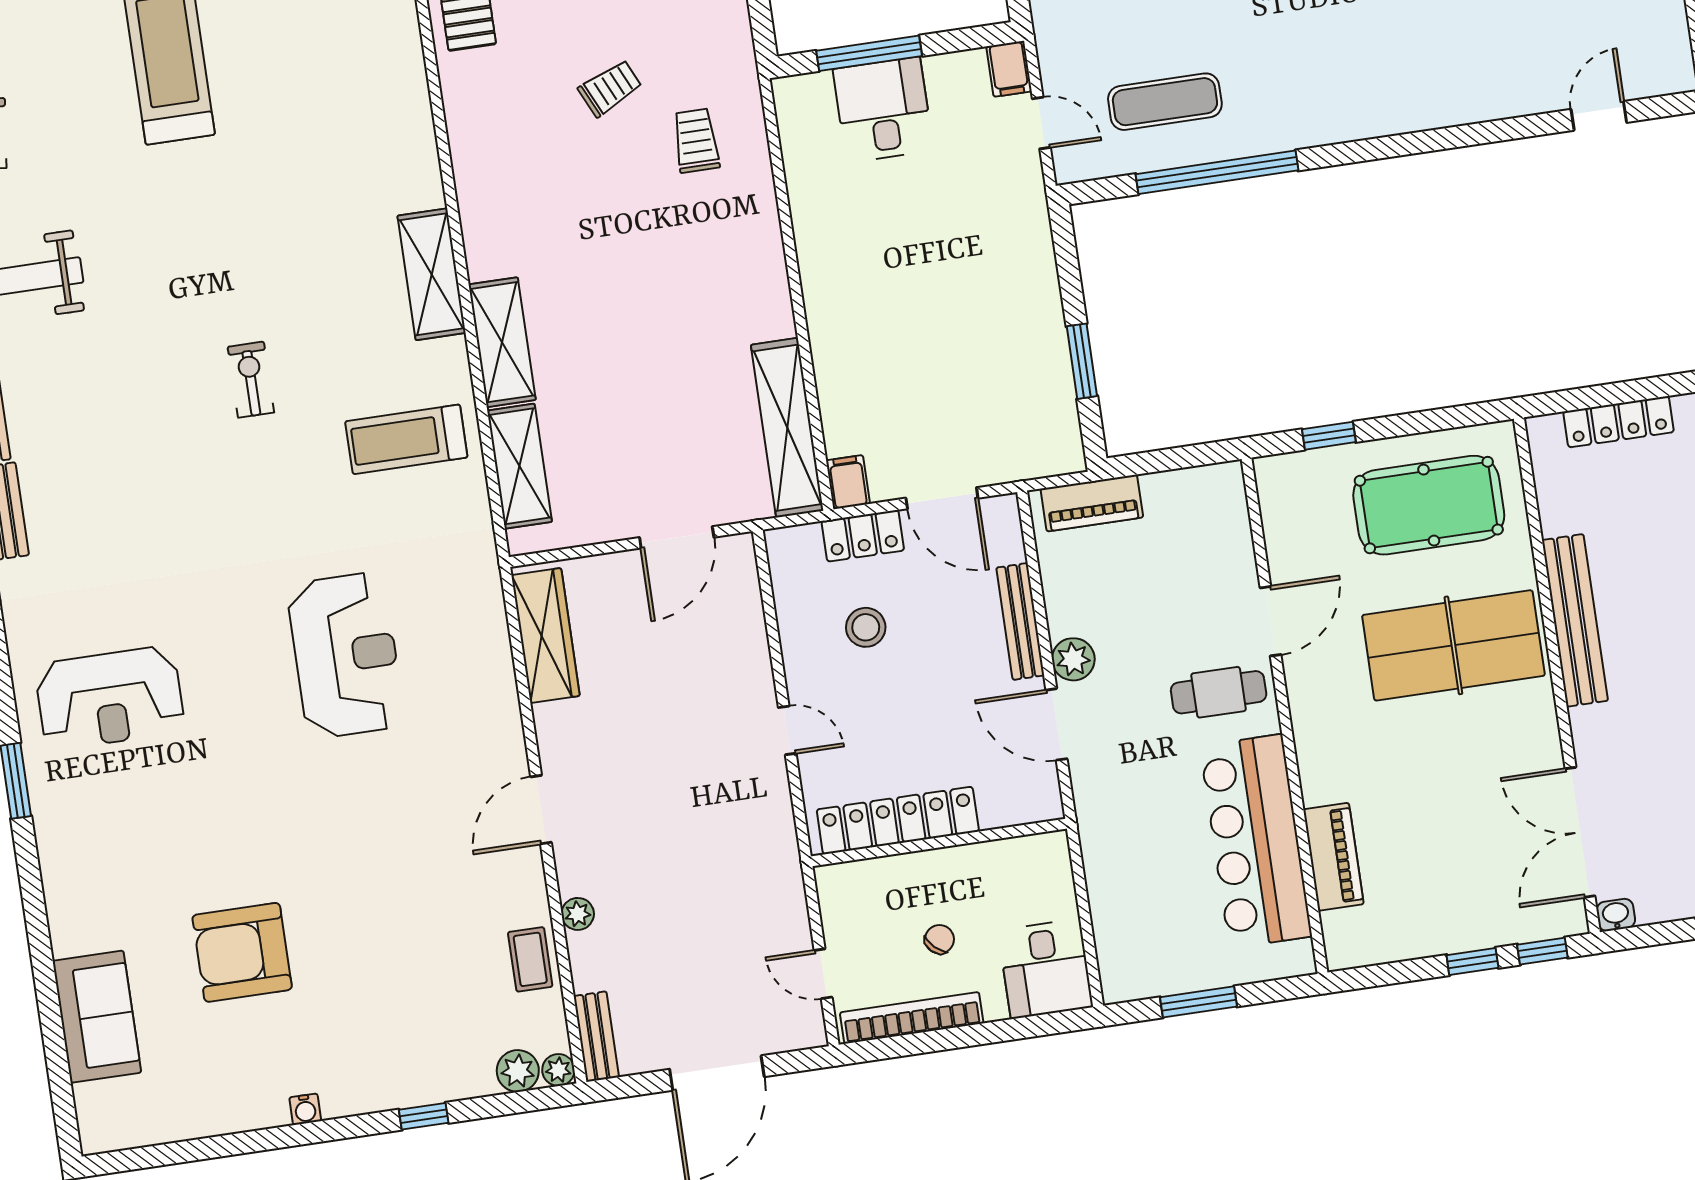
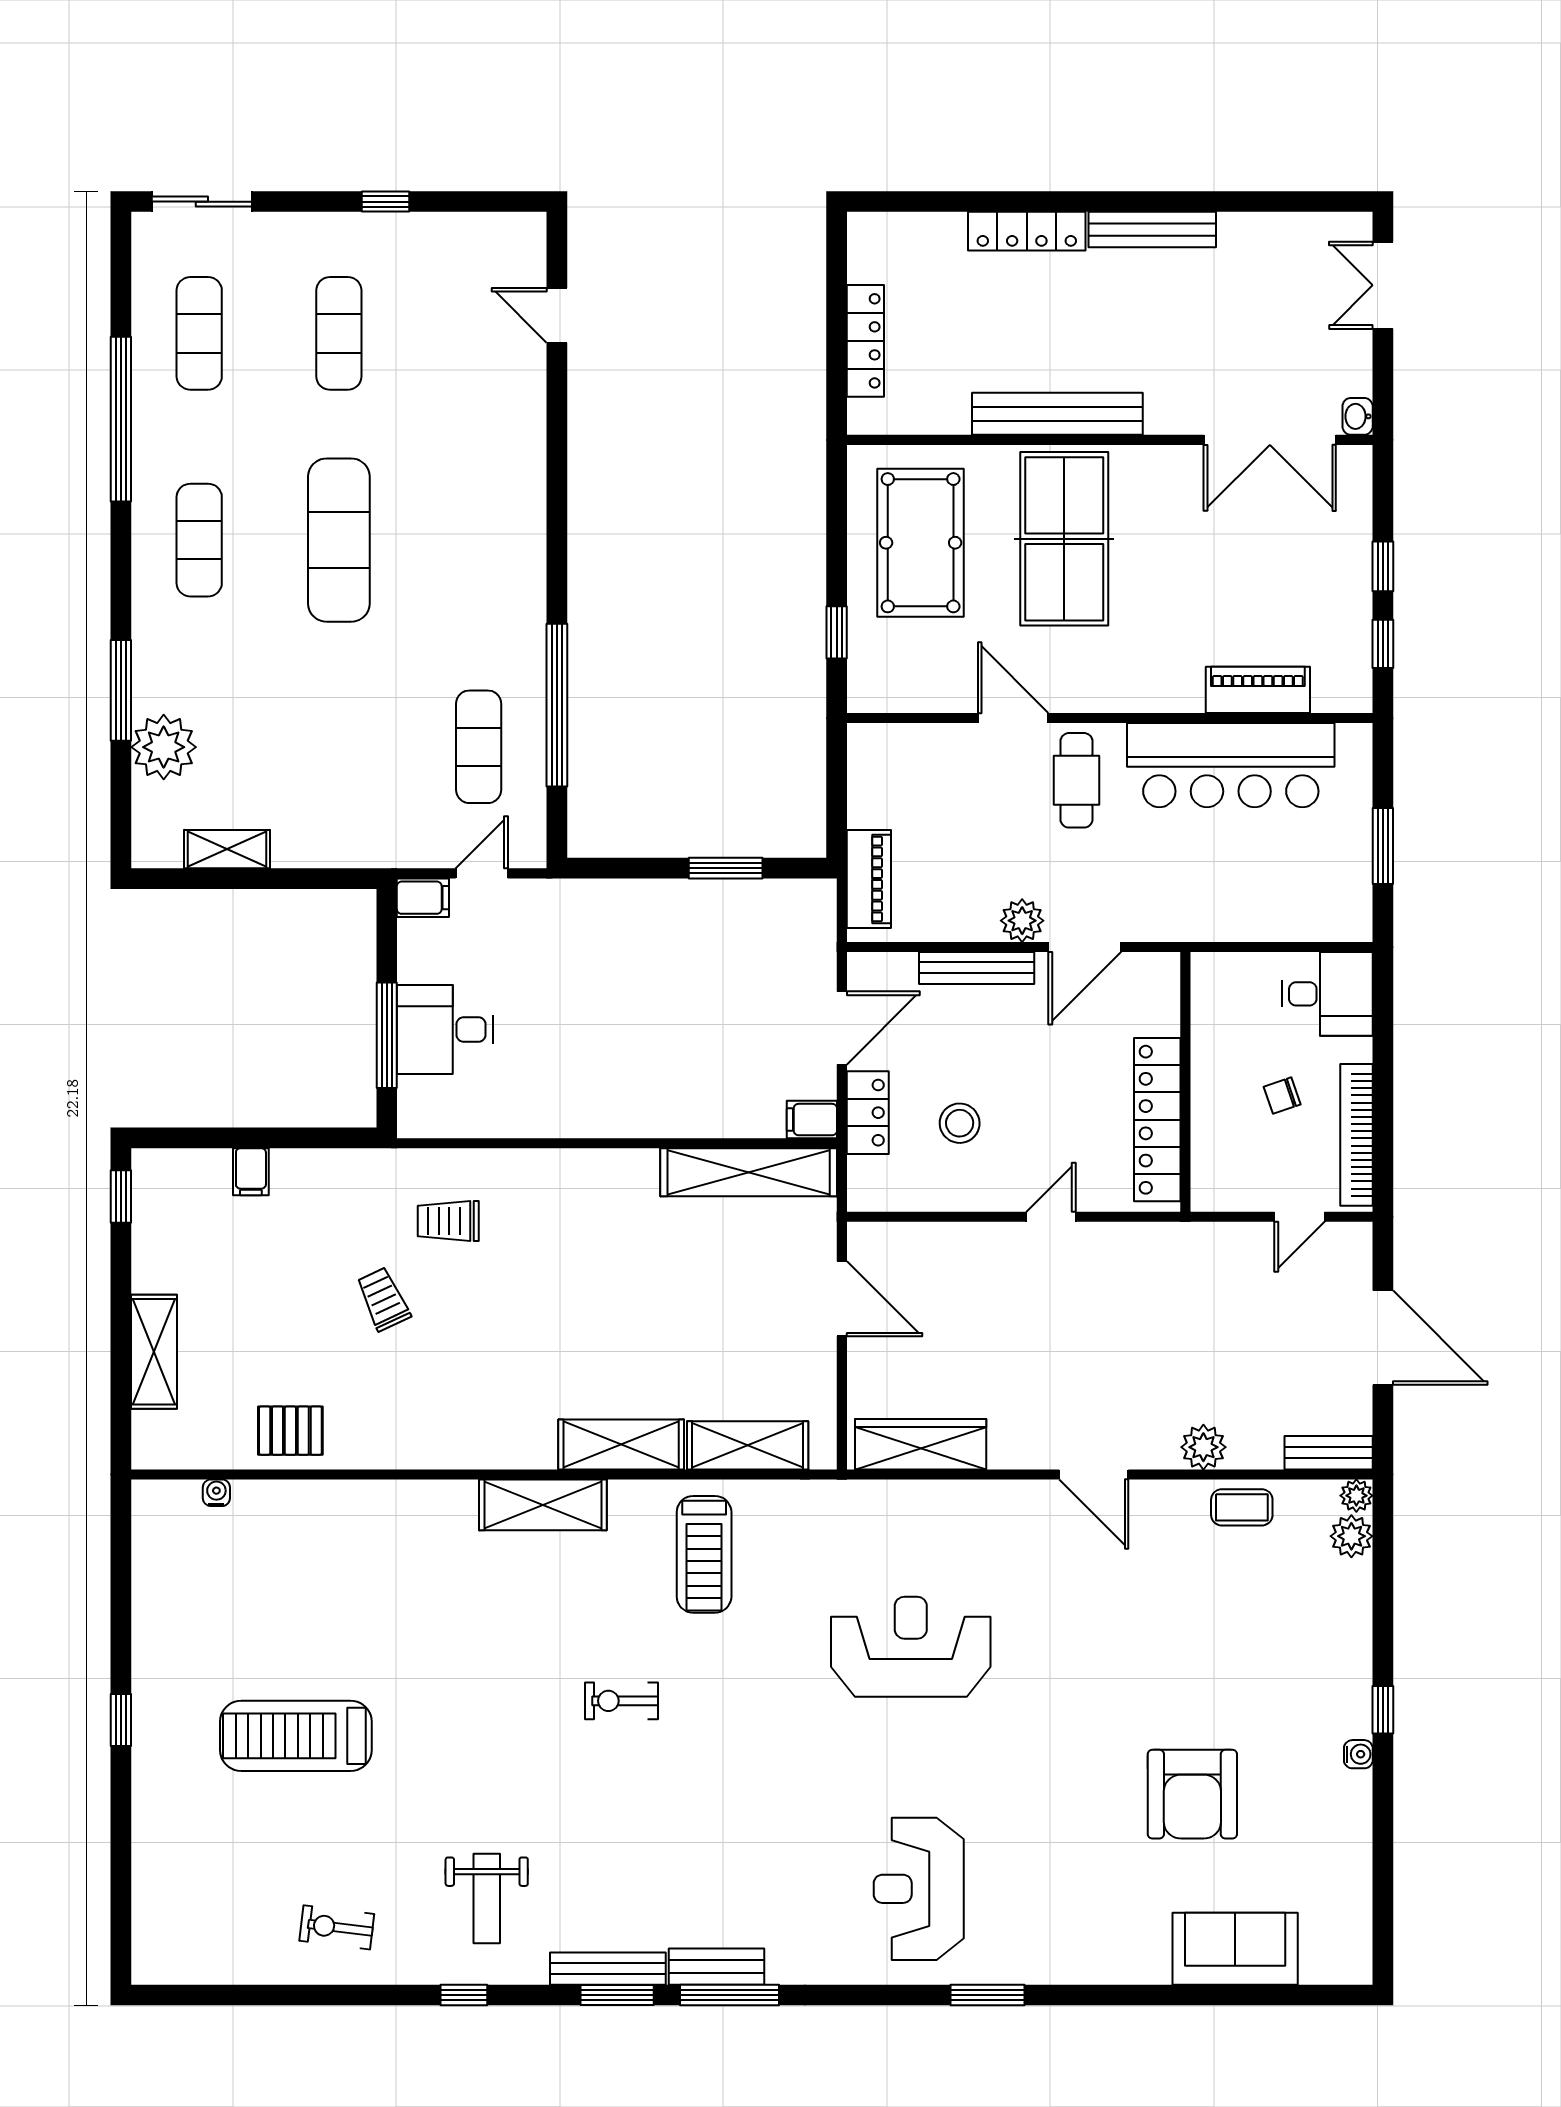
reception desk: (110, 698) -> (919, 1889), turned 180
plant: (578, 914) -> (1203, 1447), width x1.38, depth x1.38
chair: (939, 939) -> (1282, 1096), turned -63
window: (1542, 951) -> (1383, 644), moved
window: (424, 1116) -> (1383, 1710), moved

